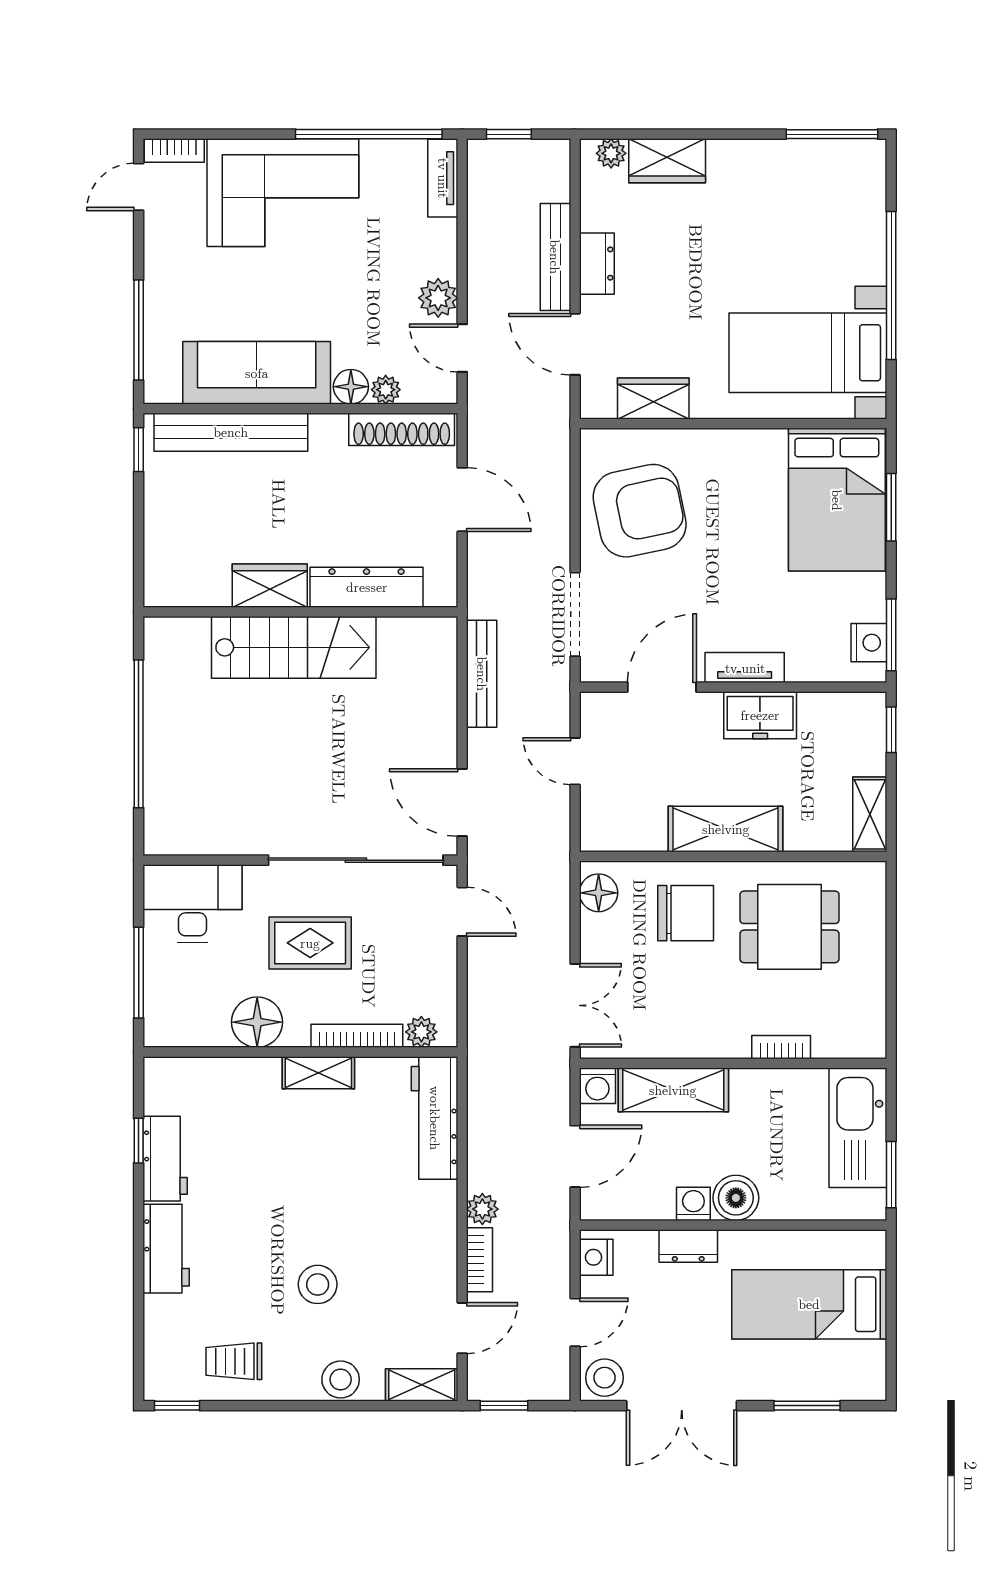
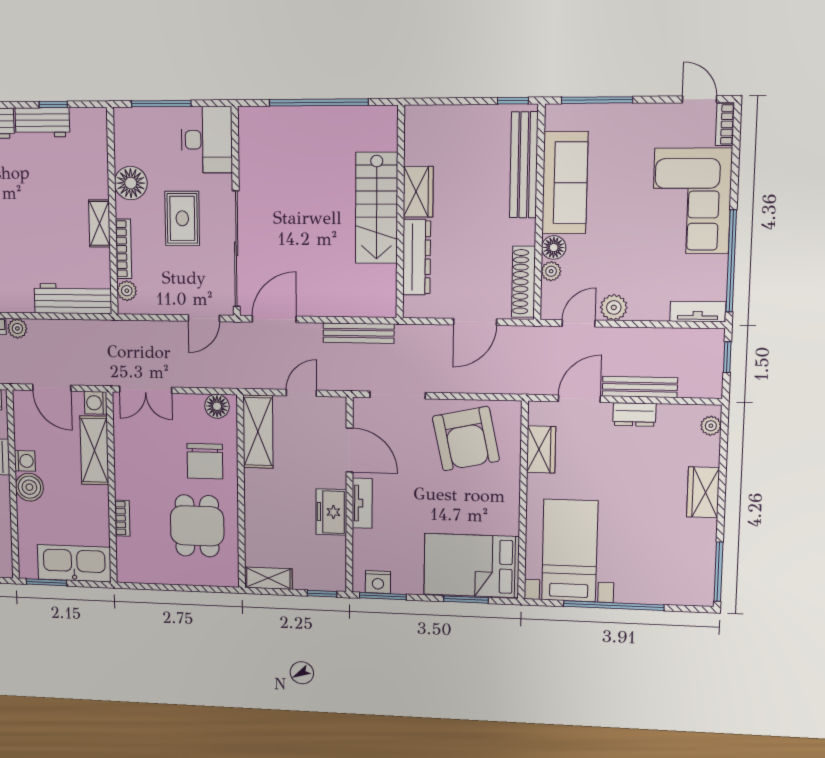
wardrobe: (667, 161) -> (703, 492), moved
shelving: (726, 829) -> (258, 432), moved

